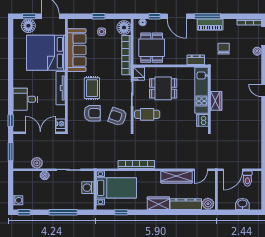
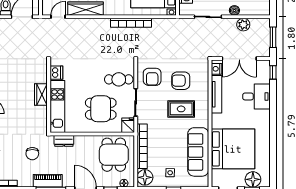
tv unit: (61, 88) -> (216, 94), moved
rug: (92, 88) -> (181, 109), turned 90
armchair: (118, 117) -> (152, 77), turned 71

